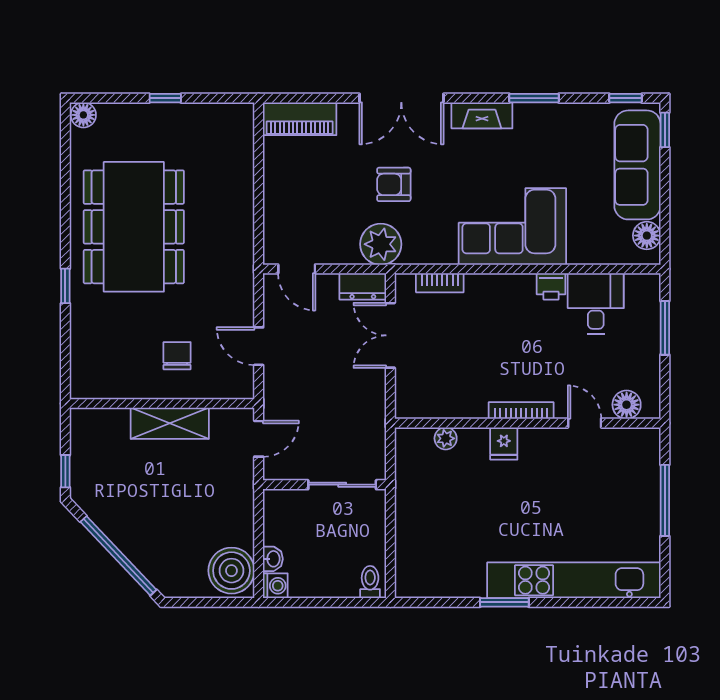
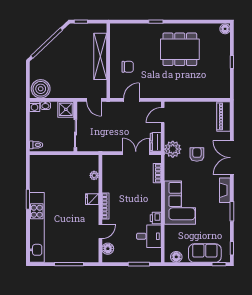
sofa: (637, 165) -> (205, 253), width x0.73
dining table: (134, 227) -> (180, 49), width x0.73, depth x0.80
shelving: (170, 423) -> (100, 56), width x1.47
shower: (282, 508) -> (66, 109), added

